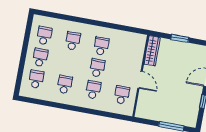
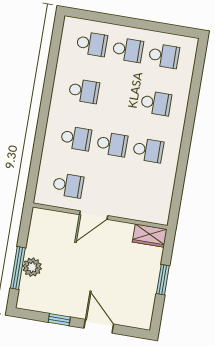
wardrobe: (152, 51) -> (150, 236), width x0.67
plant: (171, 118) -> (32, 267), added

